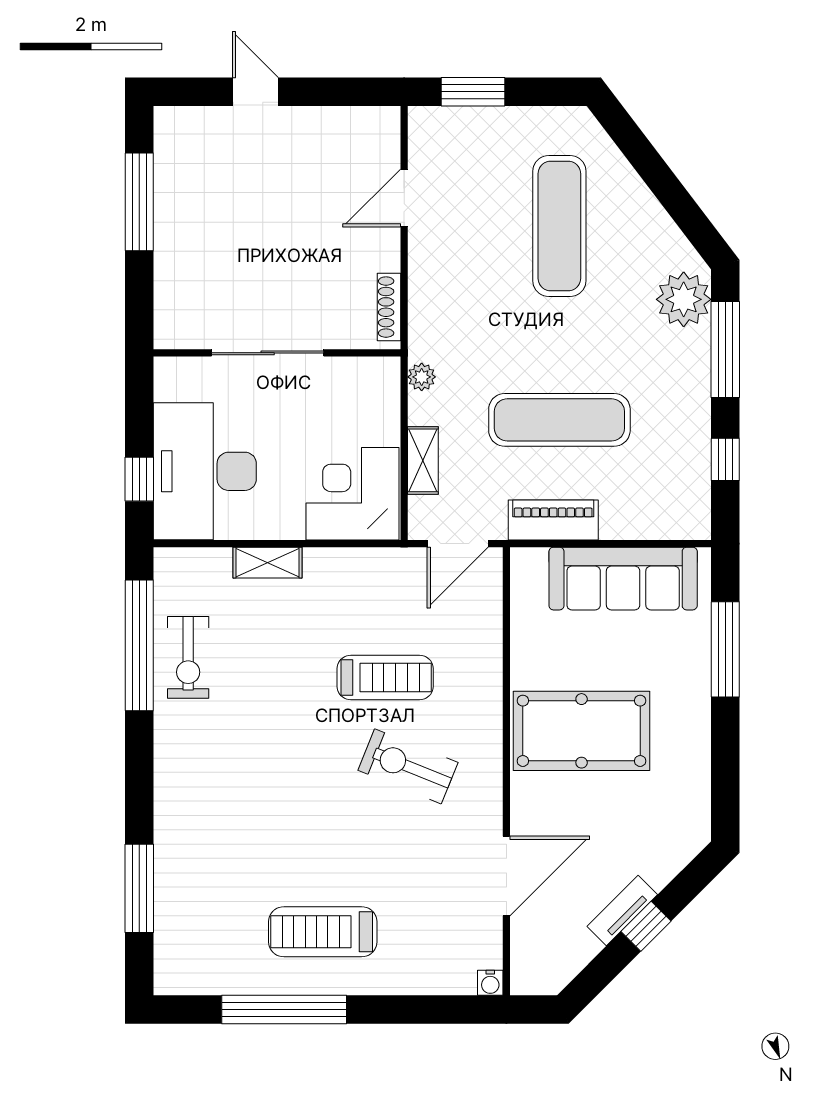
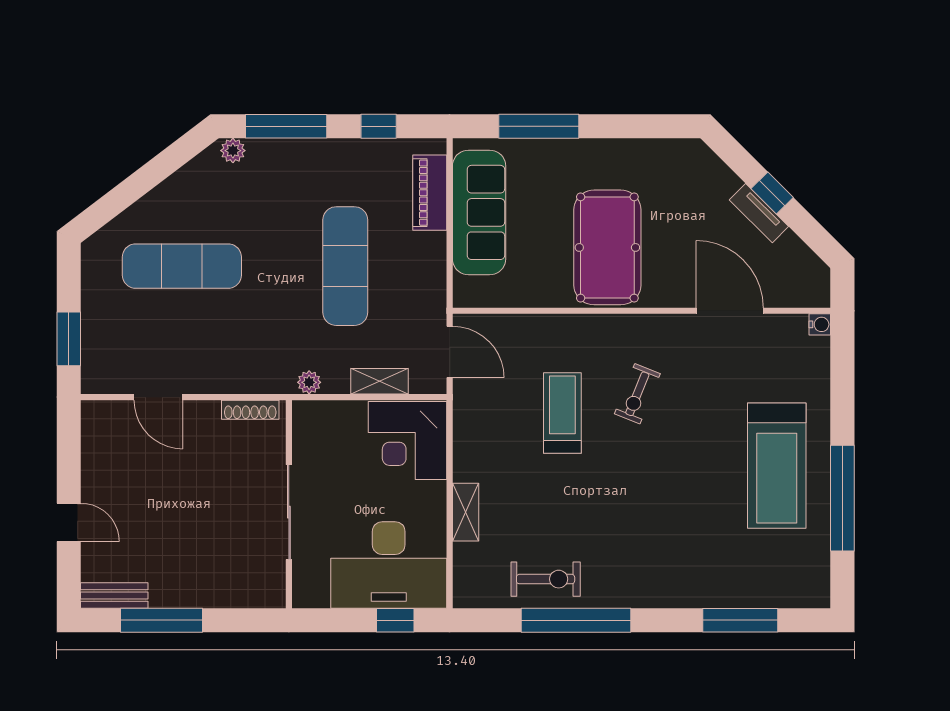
door: (255, 92) -> (69, 522), swing flipped
bench: (169, 146) -> (114, 595), added
plant: (684, 299) -> (233, 151), width x0.53, depth x0.53
piano: (553, 520) -> (430, 193), moved
window: (139, 645) -> (576, 620), moved
exercise bike: (408, 766) -> (637, 394), width x0.73, depth x0.72
treadmill: (323, 932) -> (777, 466), width x1.37, depth x1.38

